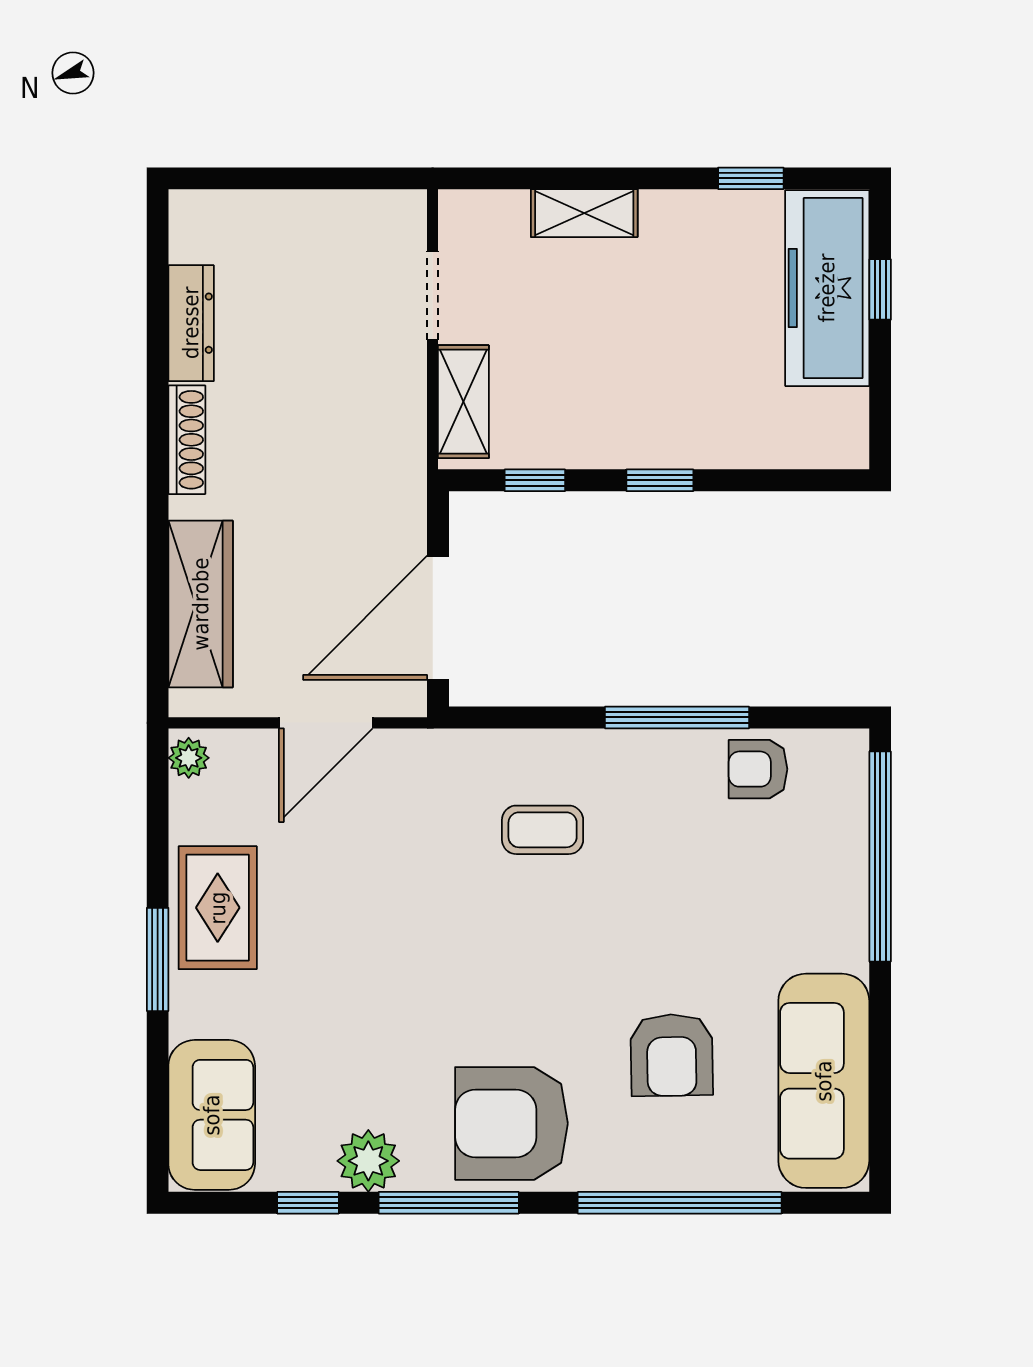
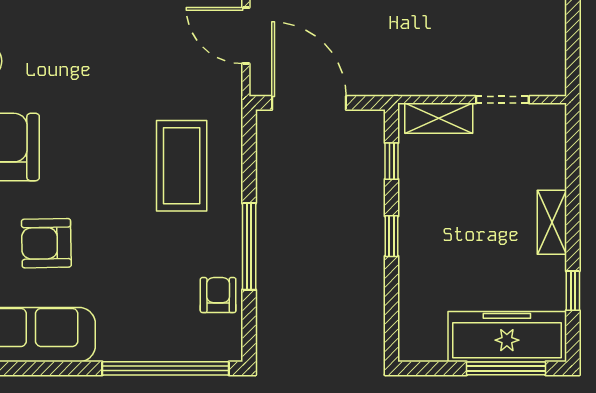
shelving: (584, 213) -> (552, 222), moved
window: (880, 289) -> (506, 368), width x2.17
coffee table: (543, 830) -> (182, 166), width x1.86, depth x1.72

